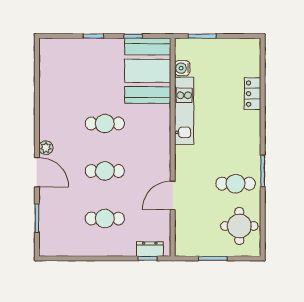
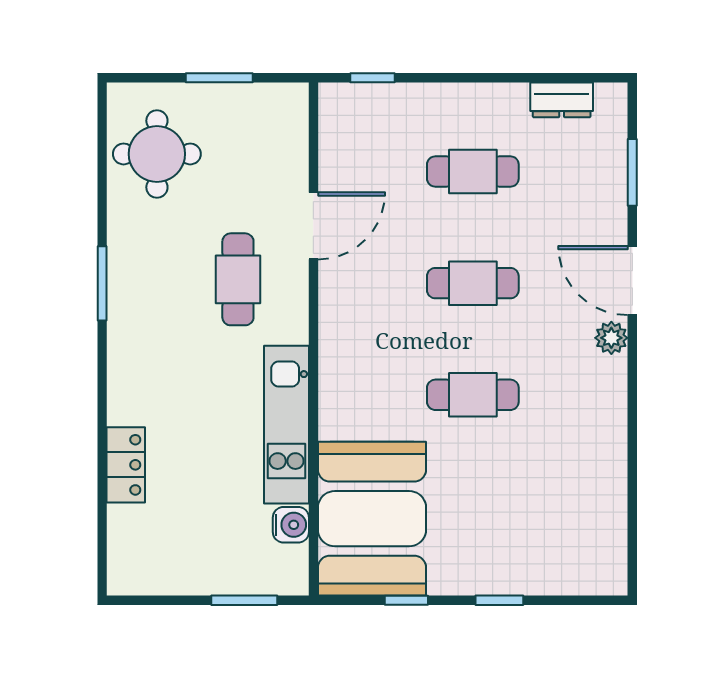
cafe table: (236, 184) -> (238, 279), moved, turned 90
dresser: (150, 249) -> (562, 100), moved

